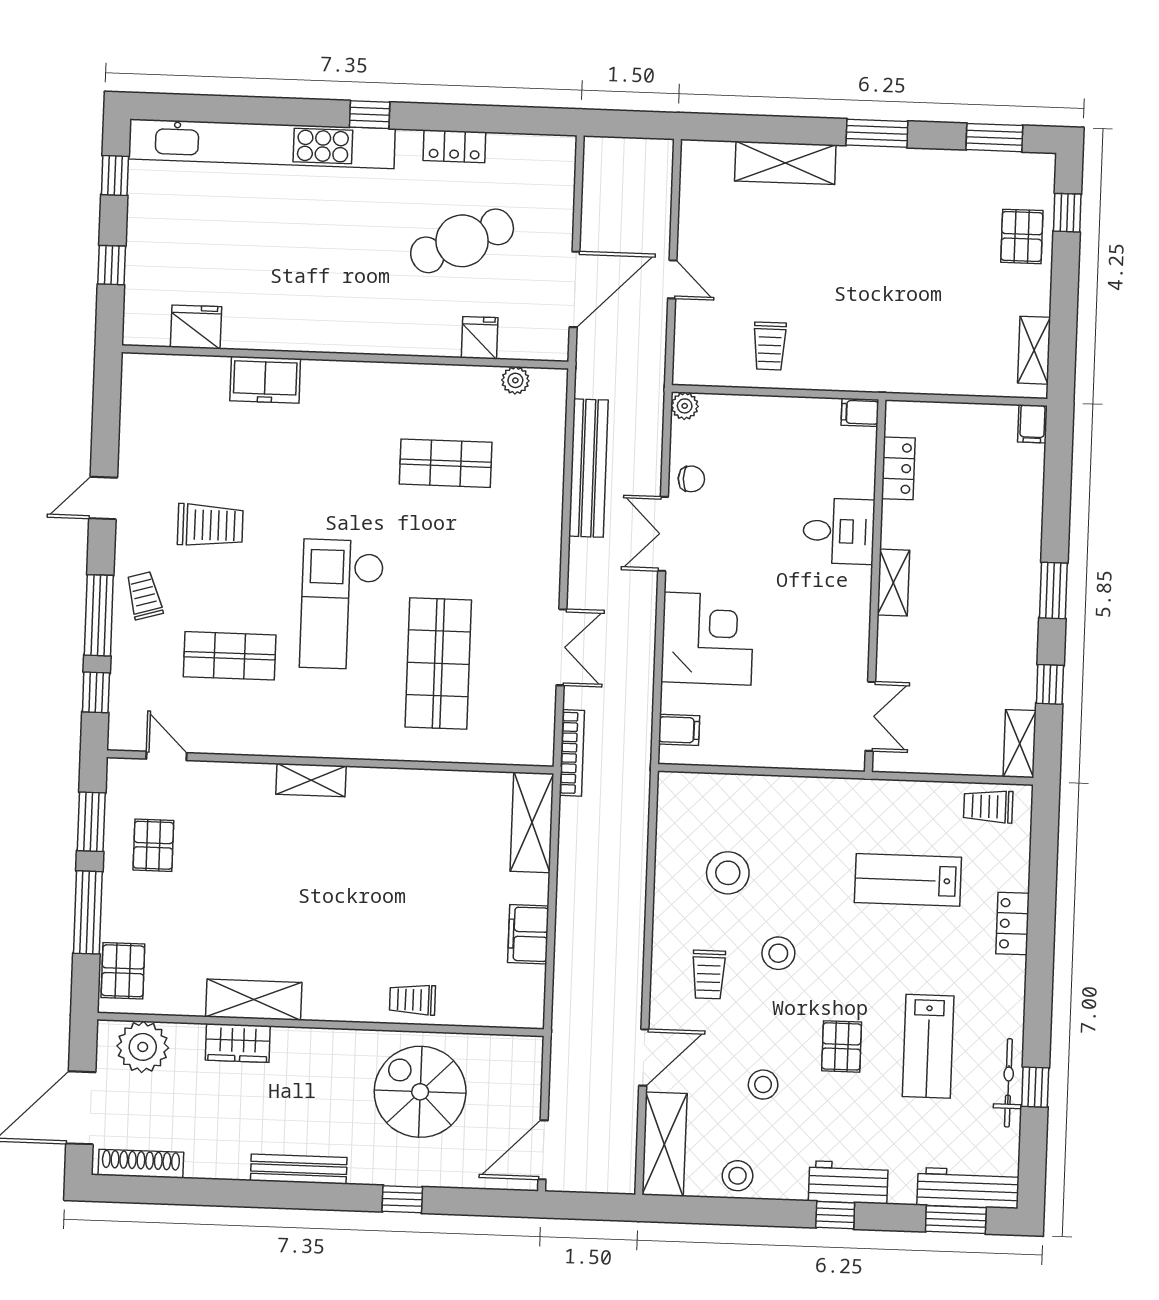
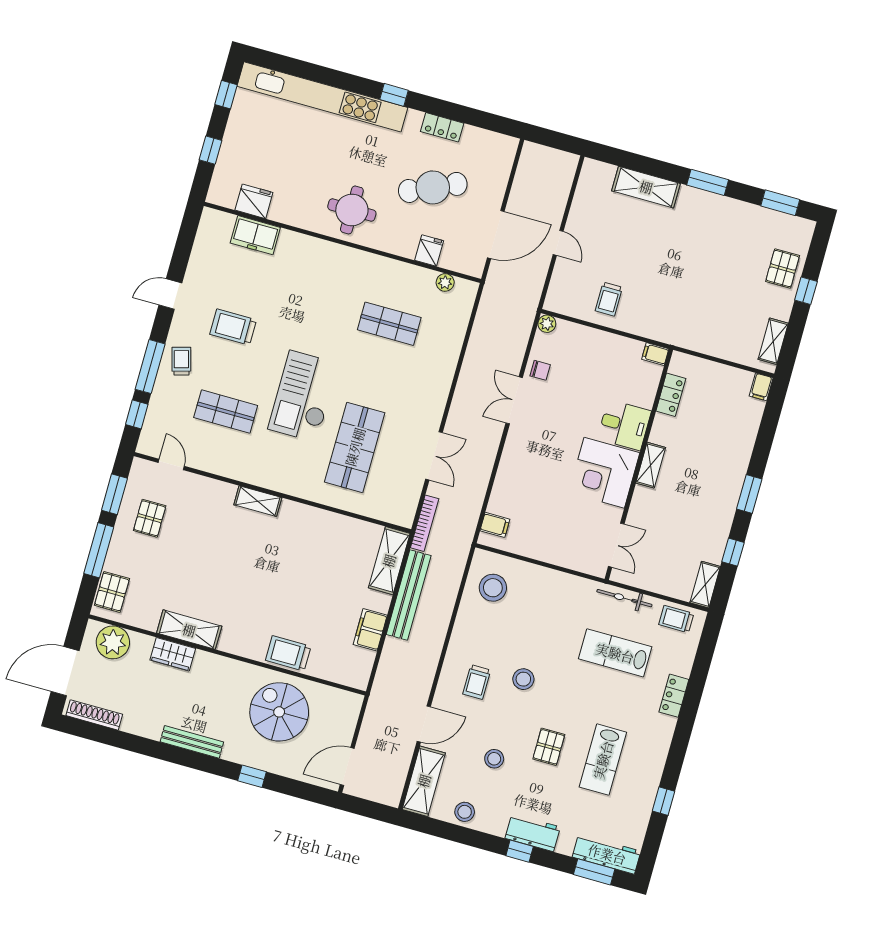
window: (1067, 213) -> (806, 291), moved
round table: (348, 304) -> (352, 210), added
freezer: (265, 380) -> (255, 235), moved
bench: (588, 468) -> (409, 595), moved
trolley: (210, 525) -> (233, 327), turned 180
corner desk: (707, 639) -> (604, 473), moved, turned 180
stool: (728, 873) -> (493, 588), moved
trolley: (412, 1000) -> (288, 653), width x1.36, depth x1.39
bicycle: (1008, 1083) -> (624, 598), moved, turned -90

